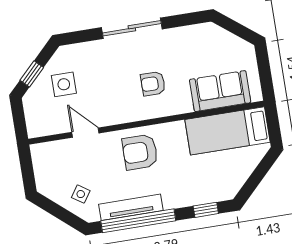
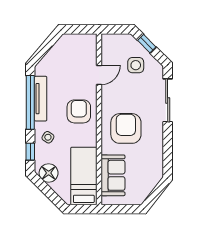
sliding door: (132, 28) -> (168, 100), moved
armchair: (153, 84) -> (126, 128), width x1.88, depth x1.88
floor lamp: (231, 180) -> (49, 173), added
side table: (81, 194) -> (48, 137), moved

